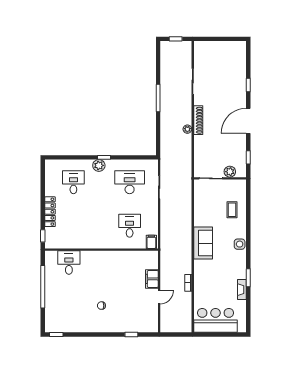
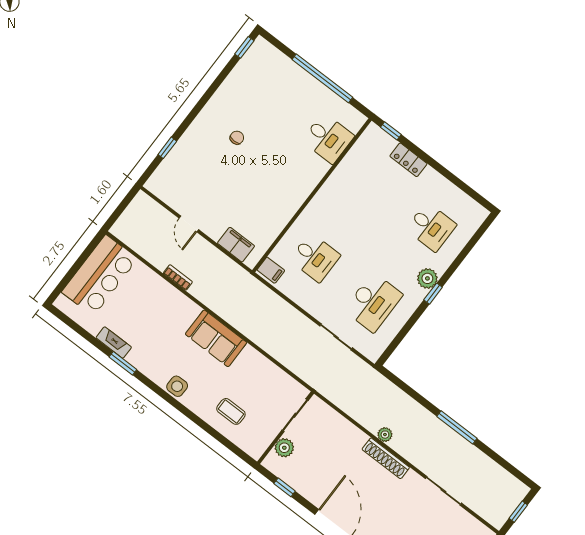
locker: (50, 212) -> (408, 160), width x0.66
filing cabinet: (152, 279) -> (236, 245), moved

